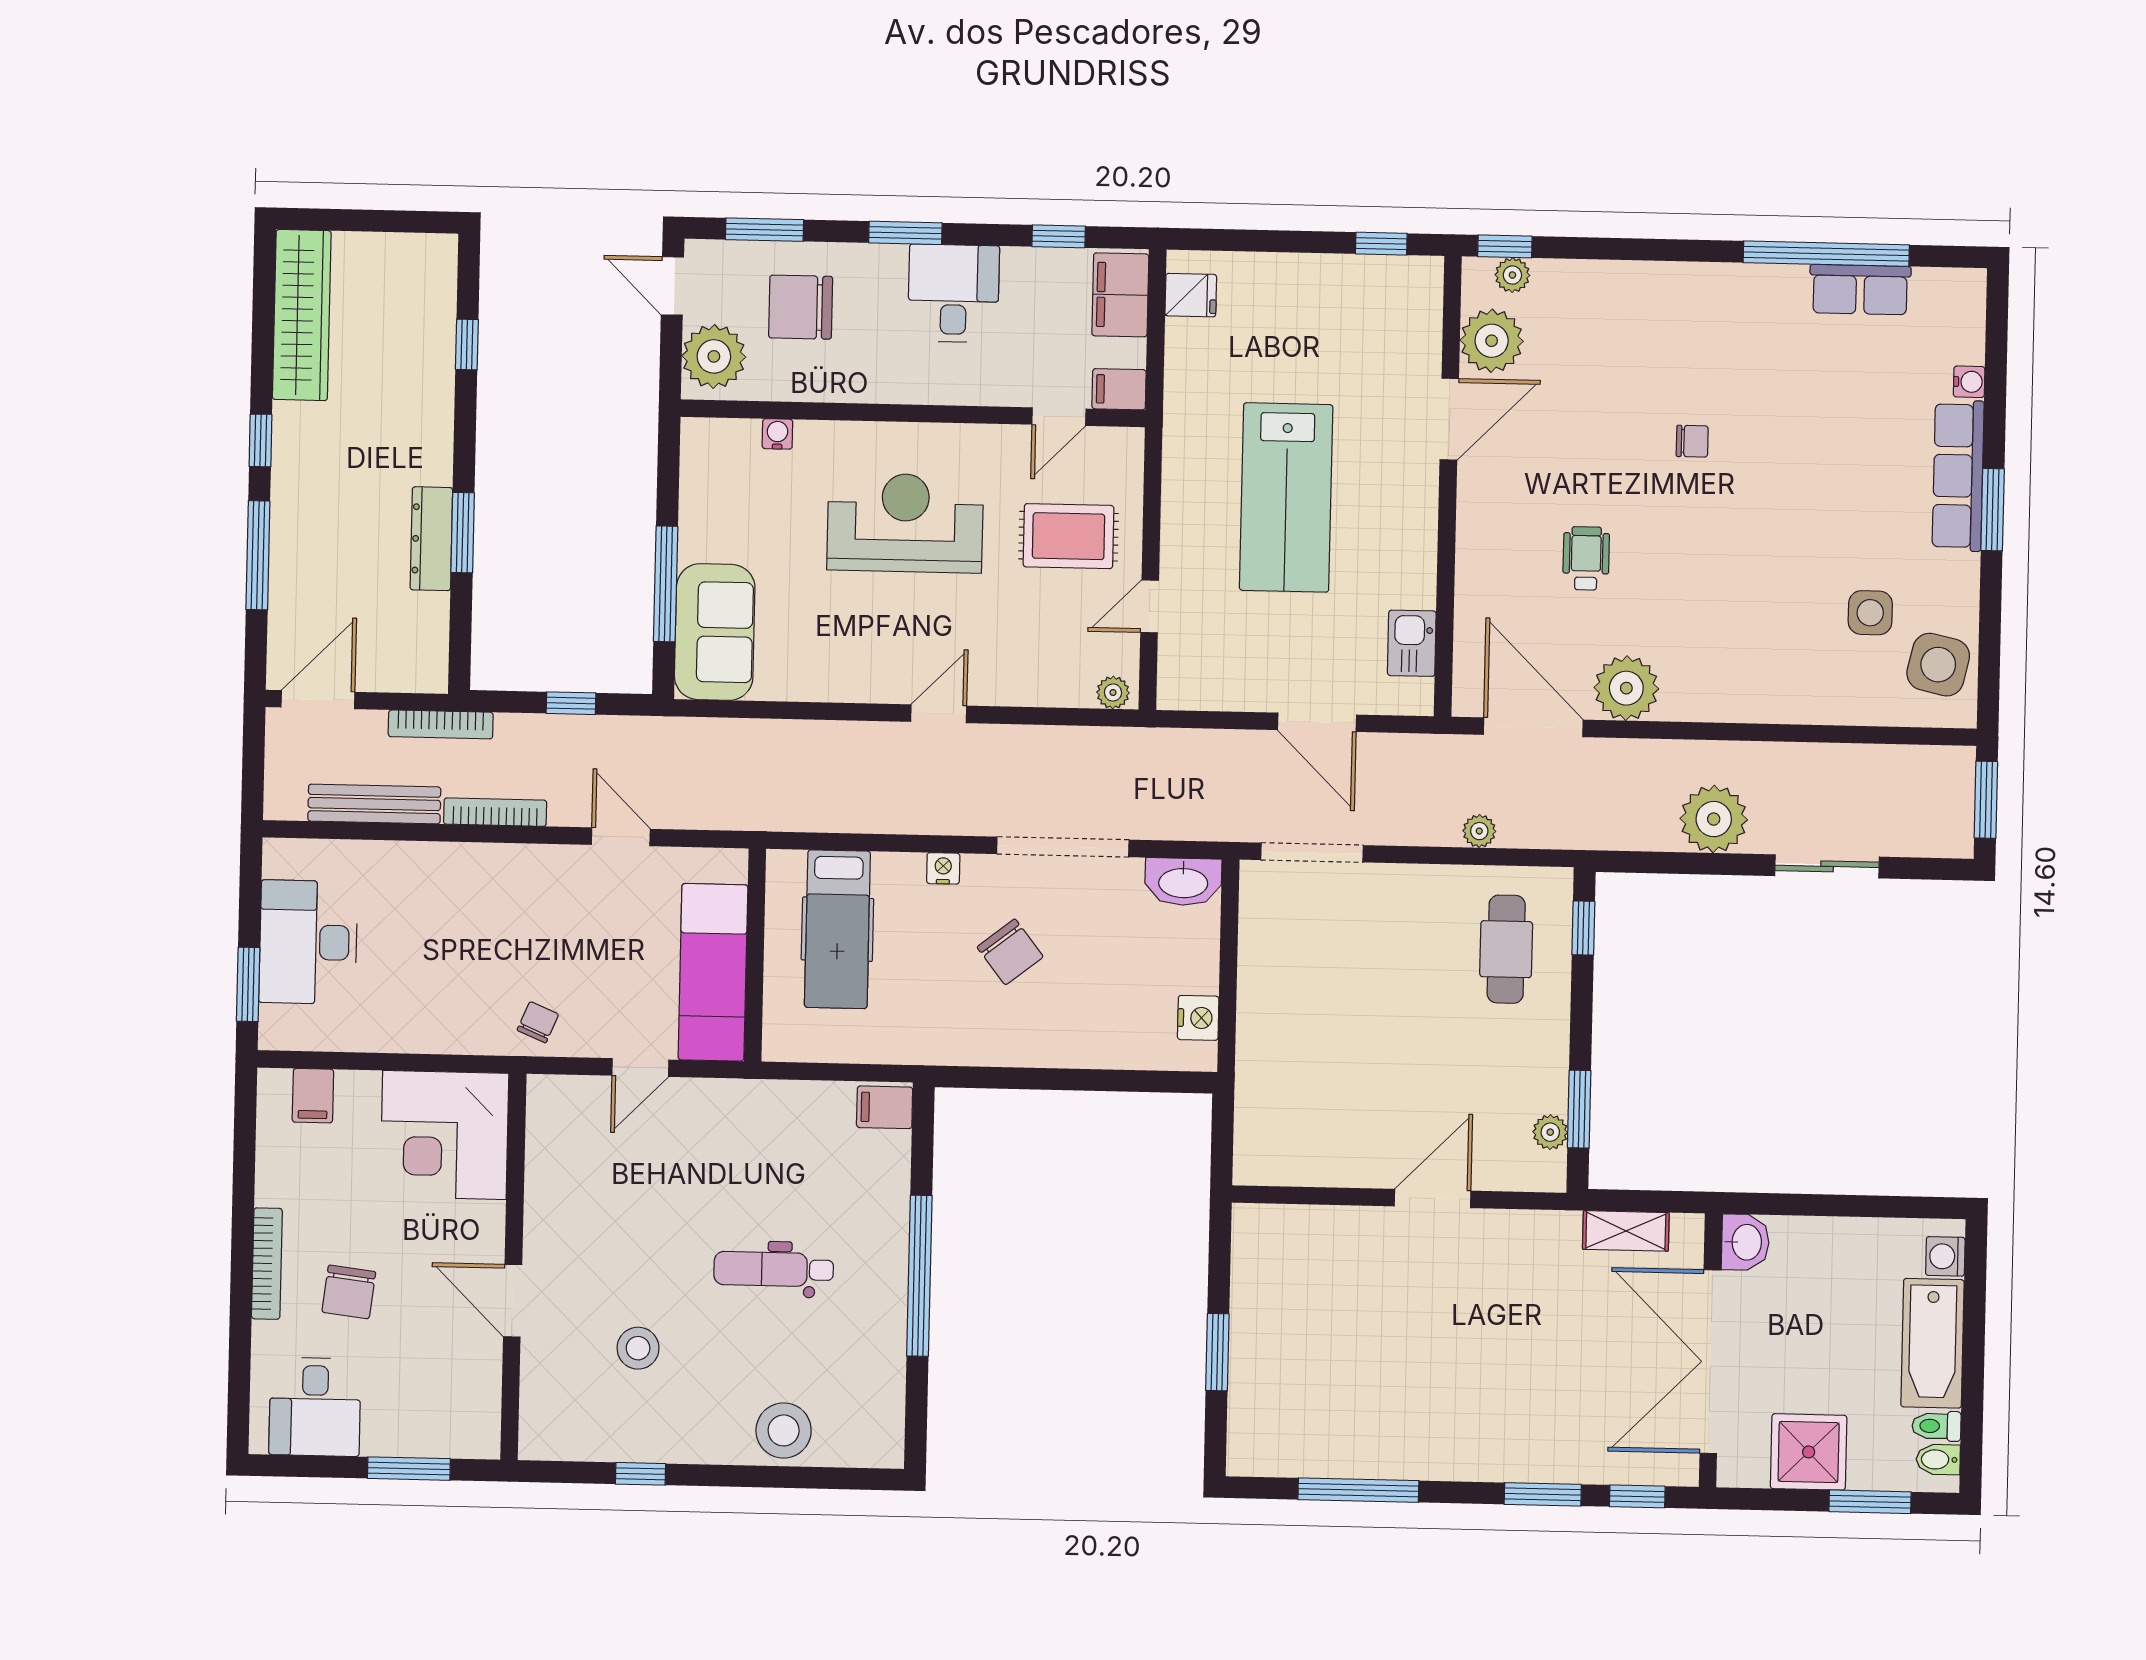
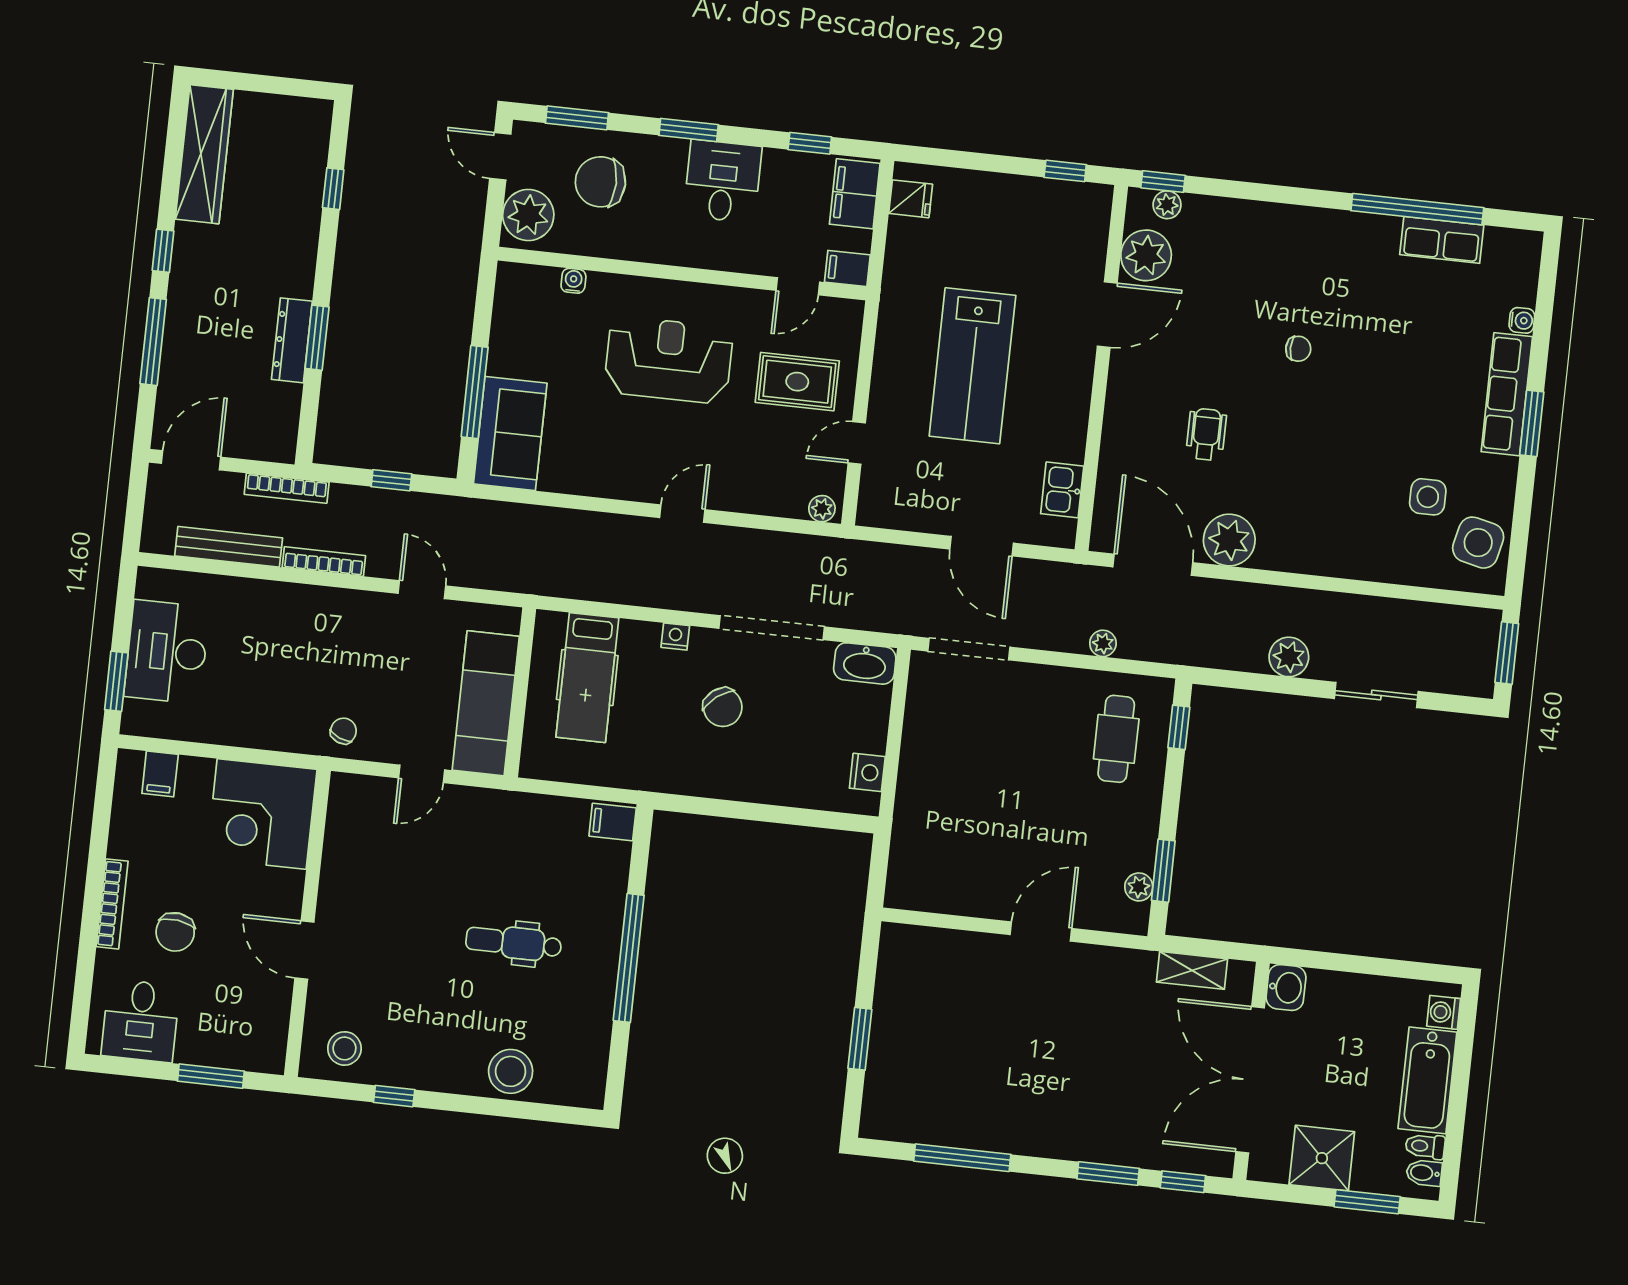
plant: (1714, 819) -> (1289, 657), width x0.73, depth x0.73
stool: (638, 1348) -> (344, 1048), moved

